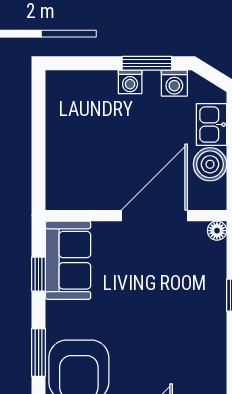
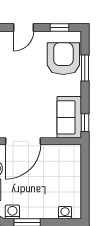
washing machine: (130, 82) -> (65, 213), moved
window: (39, 274) -> (85, 123), moved

